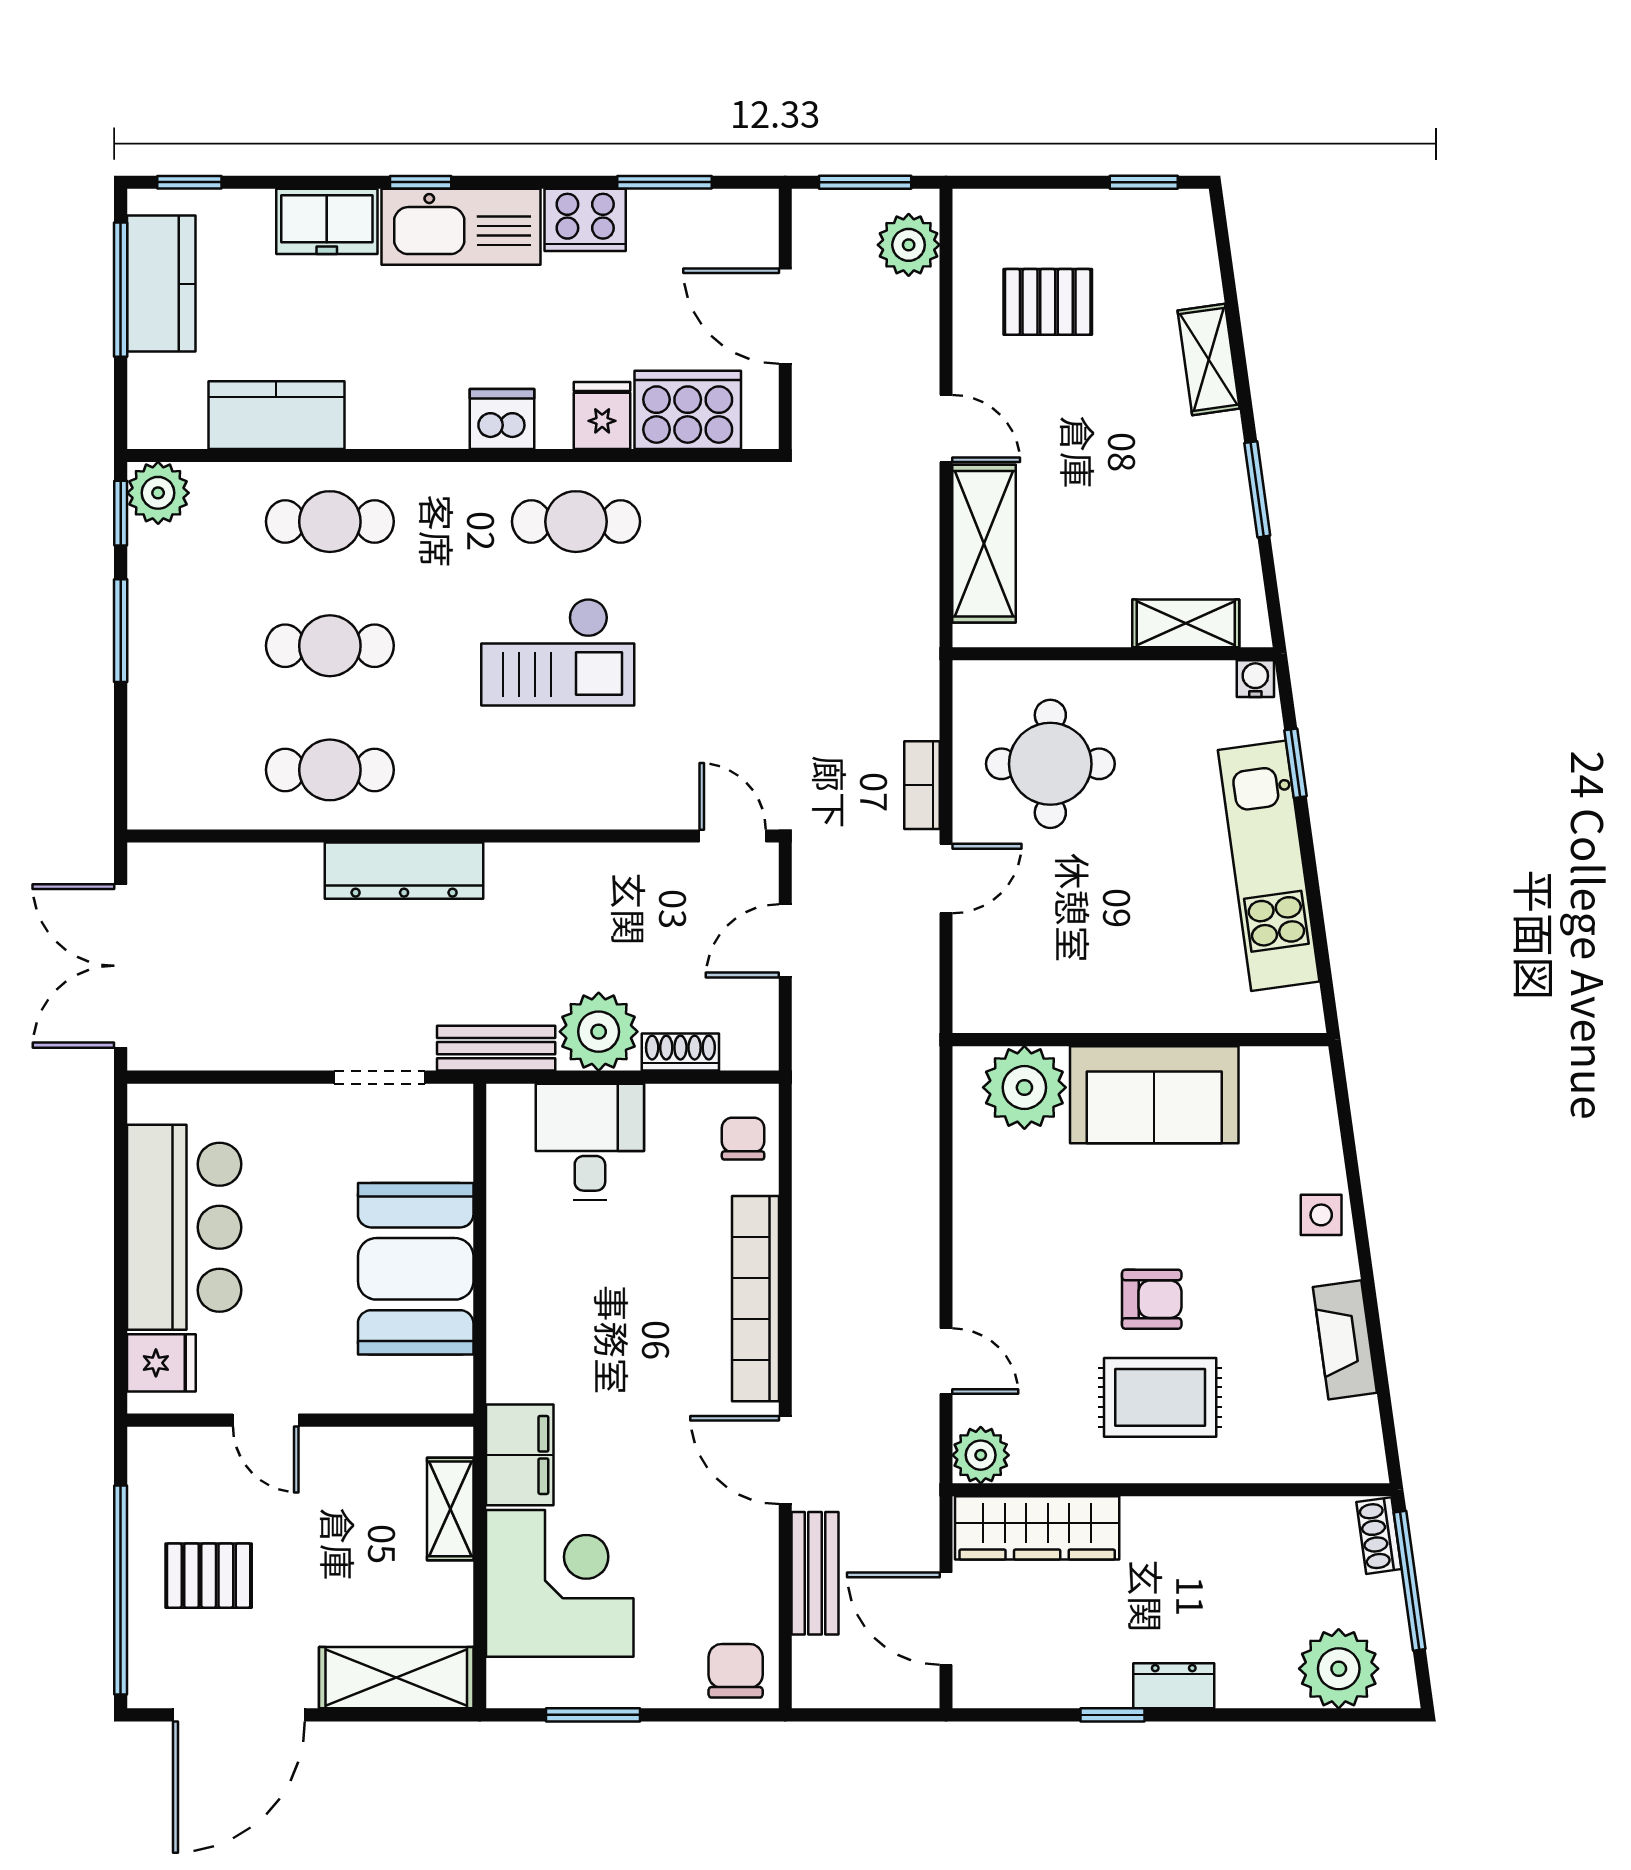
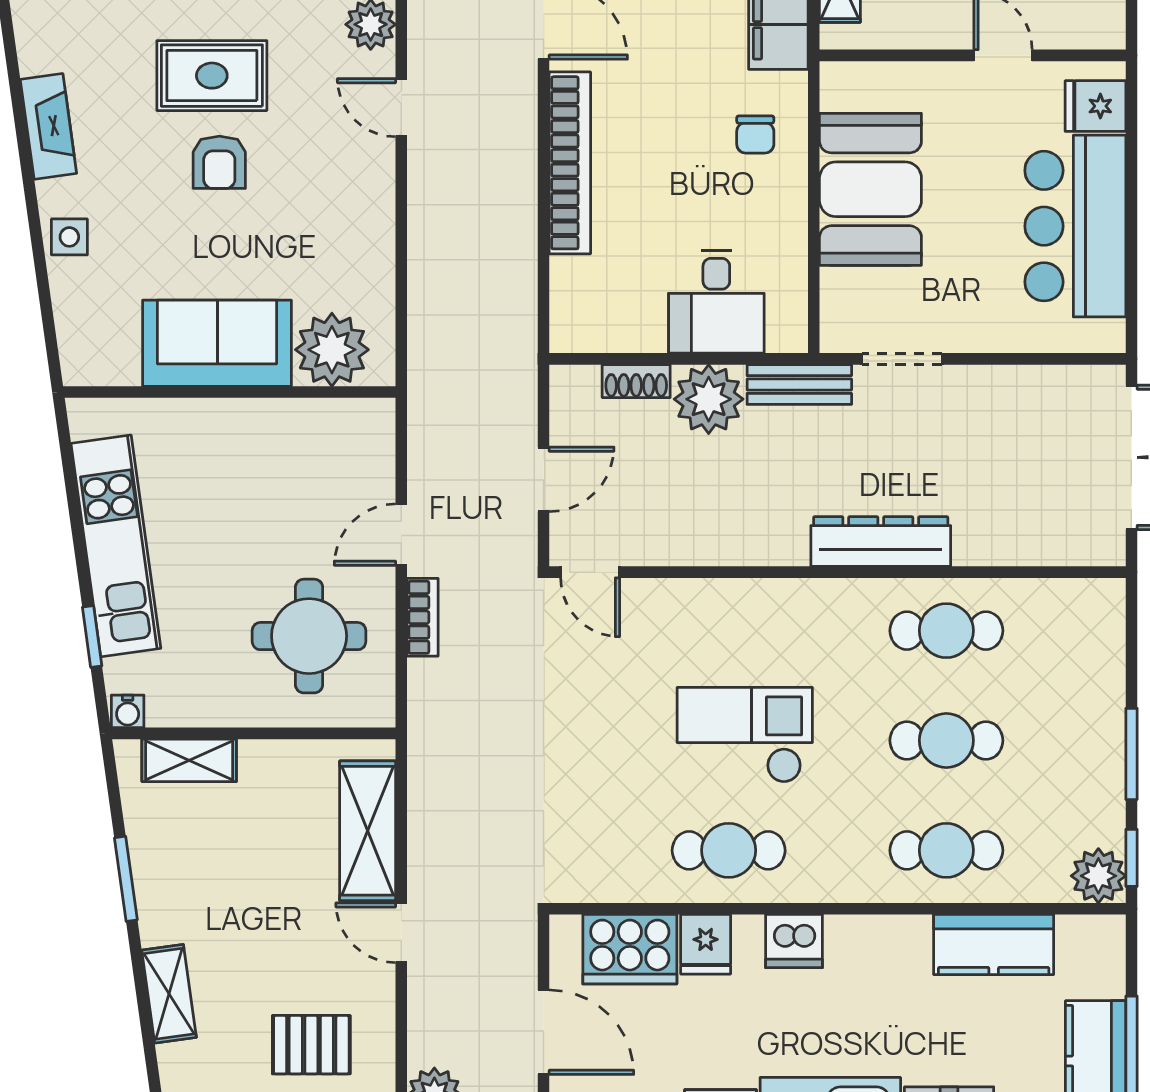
chair: (743, 1139) -> (755, 134), moved
armchair: (1152, 1299) -> (219, 162), turned -90

